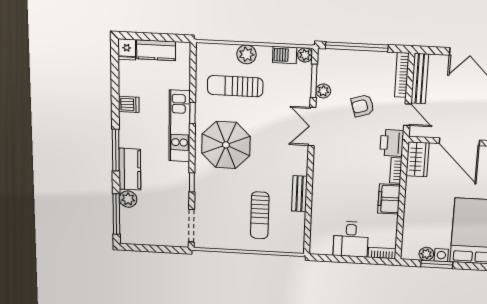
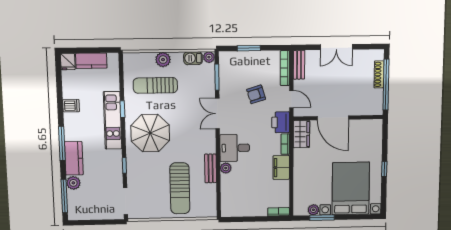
window: (357, 47) -> (249, 48), width x0.47
bench: (420, 79) -> (299, 65), width x0.73
plant: (323, 91) -> (226, 168), moved
sun lounger: (260, 215) -> (180, 188), width x1.36, depth x1.34
desk: (351, 239) -> (235, 148), moved, turned 90

